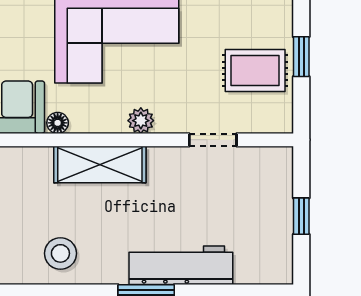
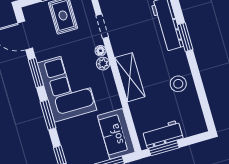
floor lamp: (58, 123) -> (100, 51), moved

